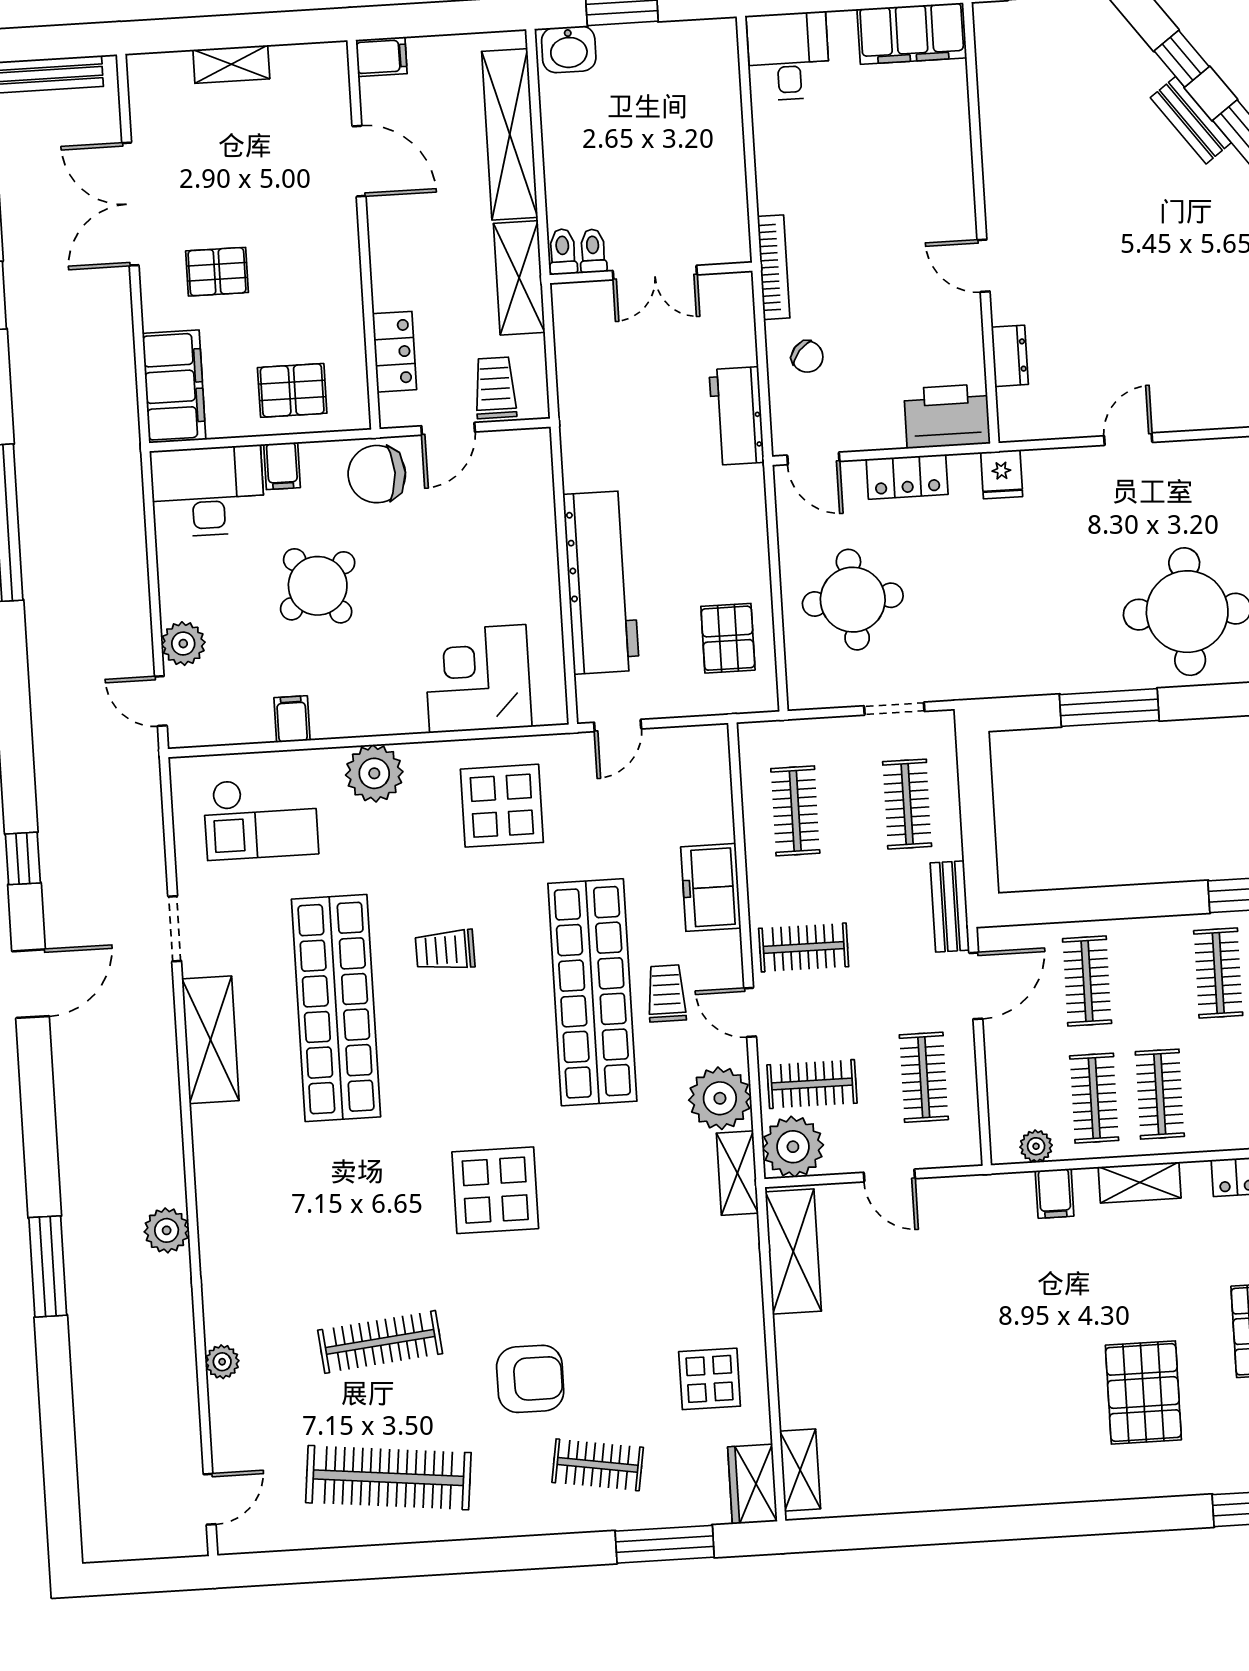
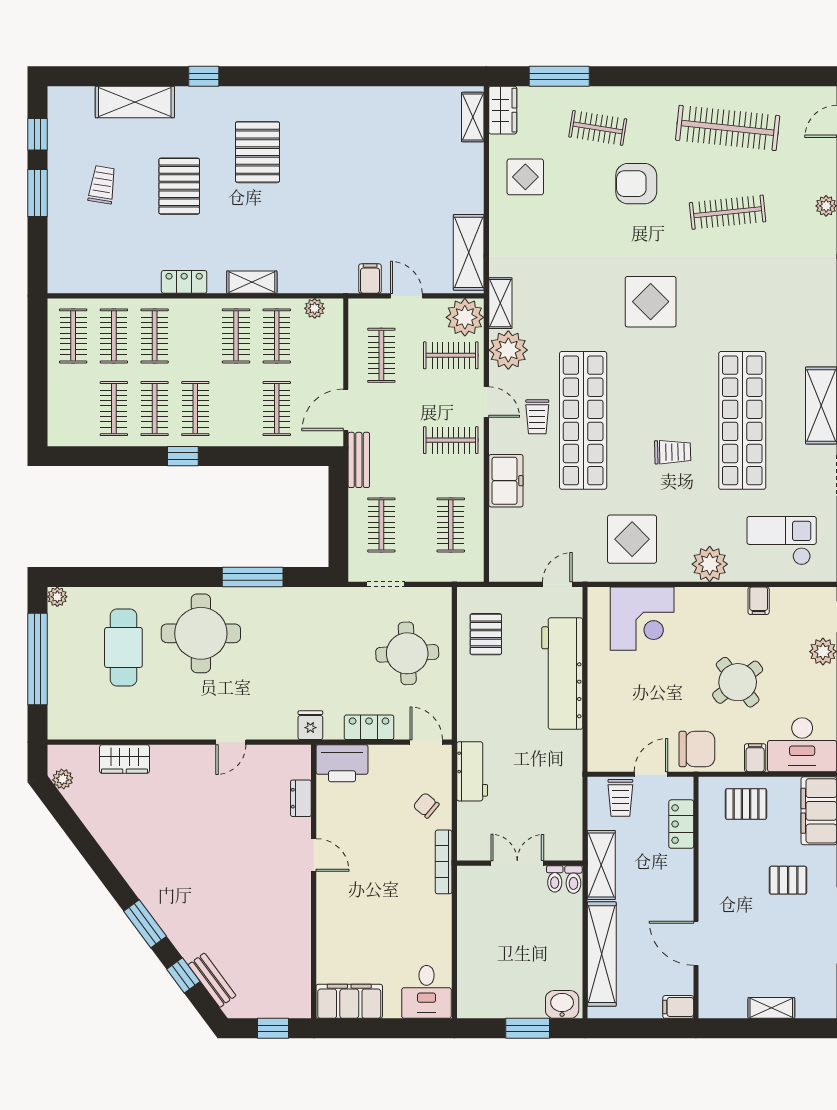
bench: (1191, 120) -> (212, 980), moved
filing cabinet: (1055, 1193) -> (370, 279), moved

